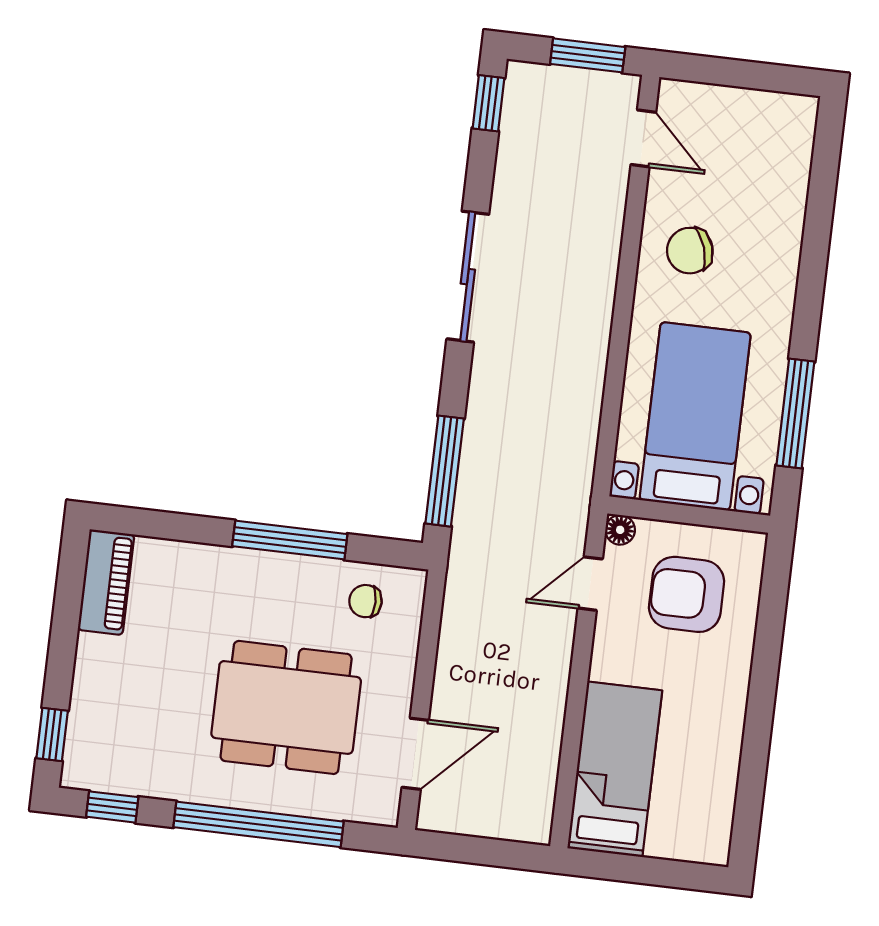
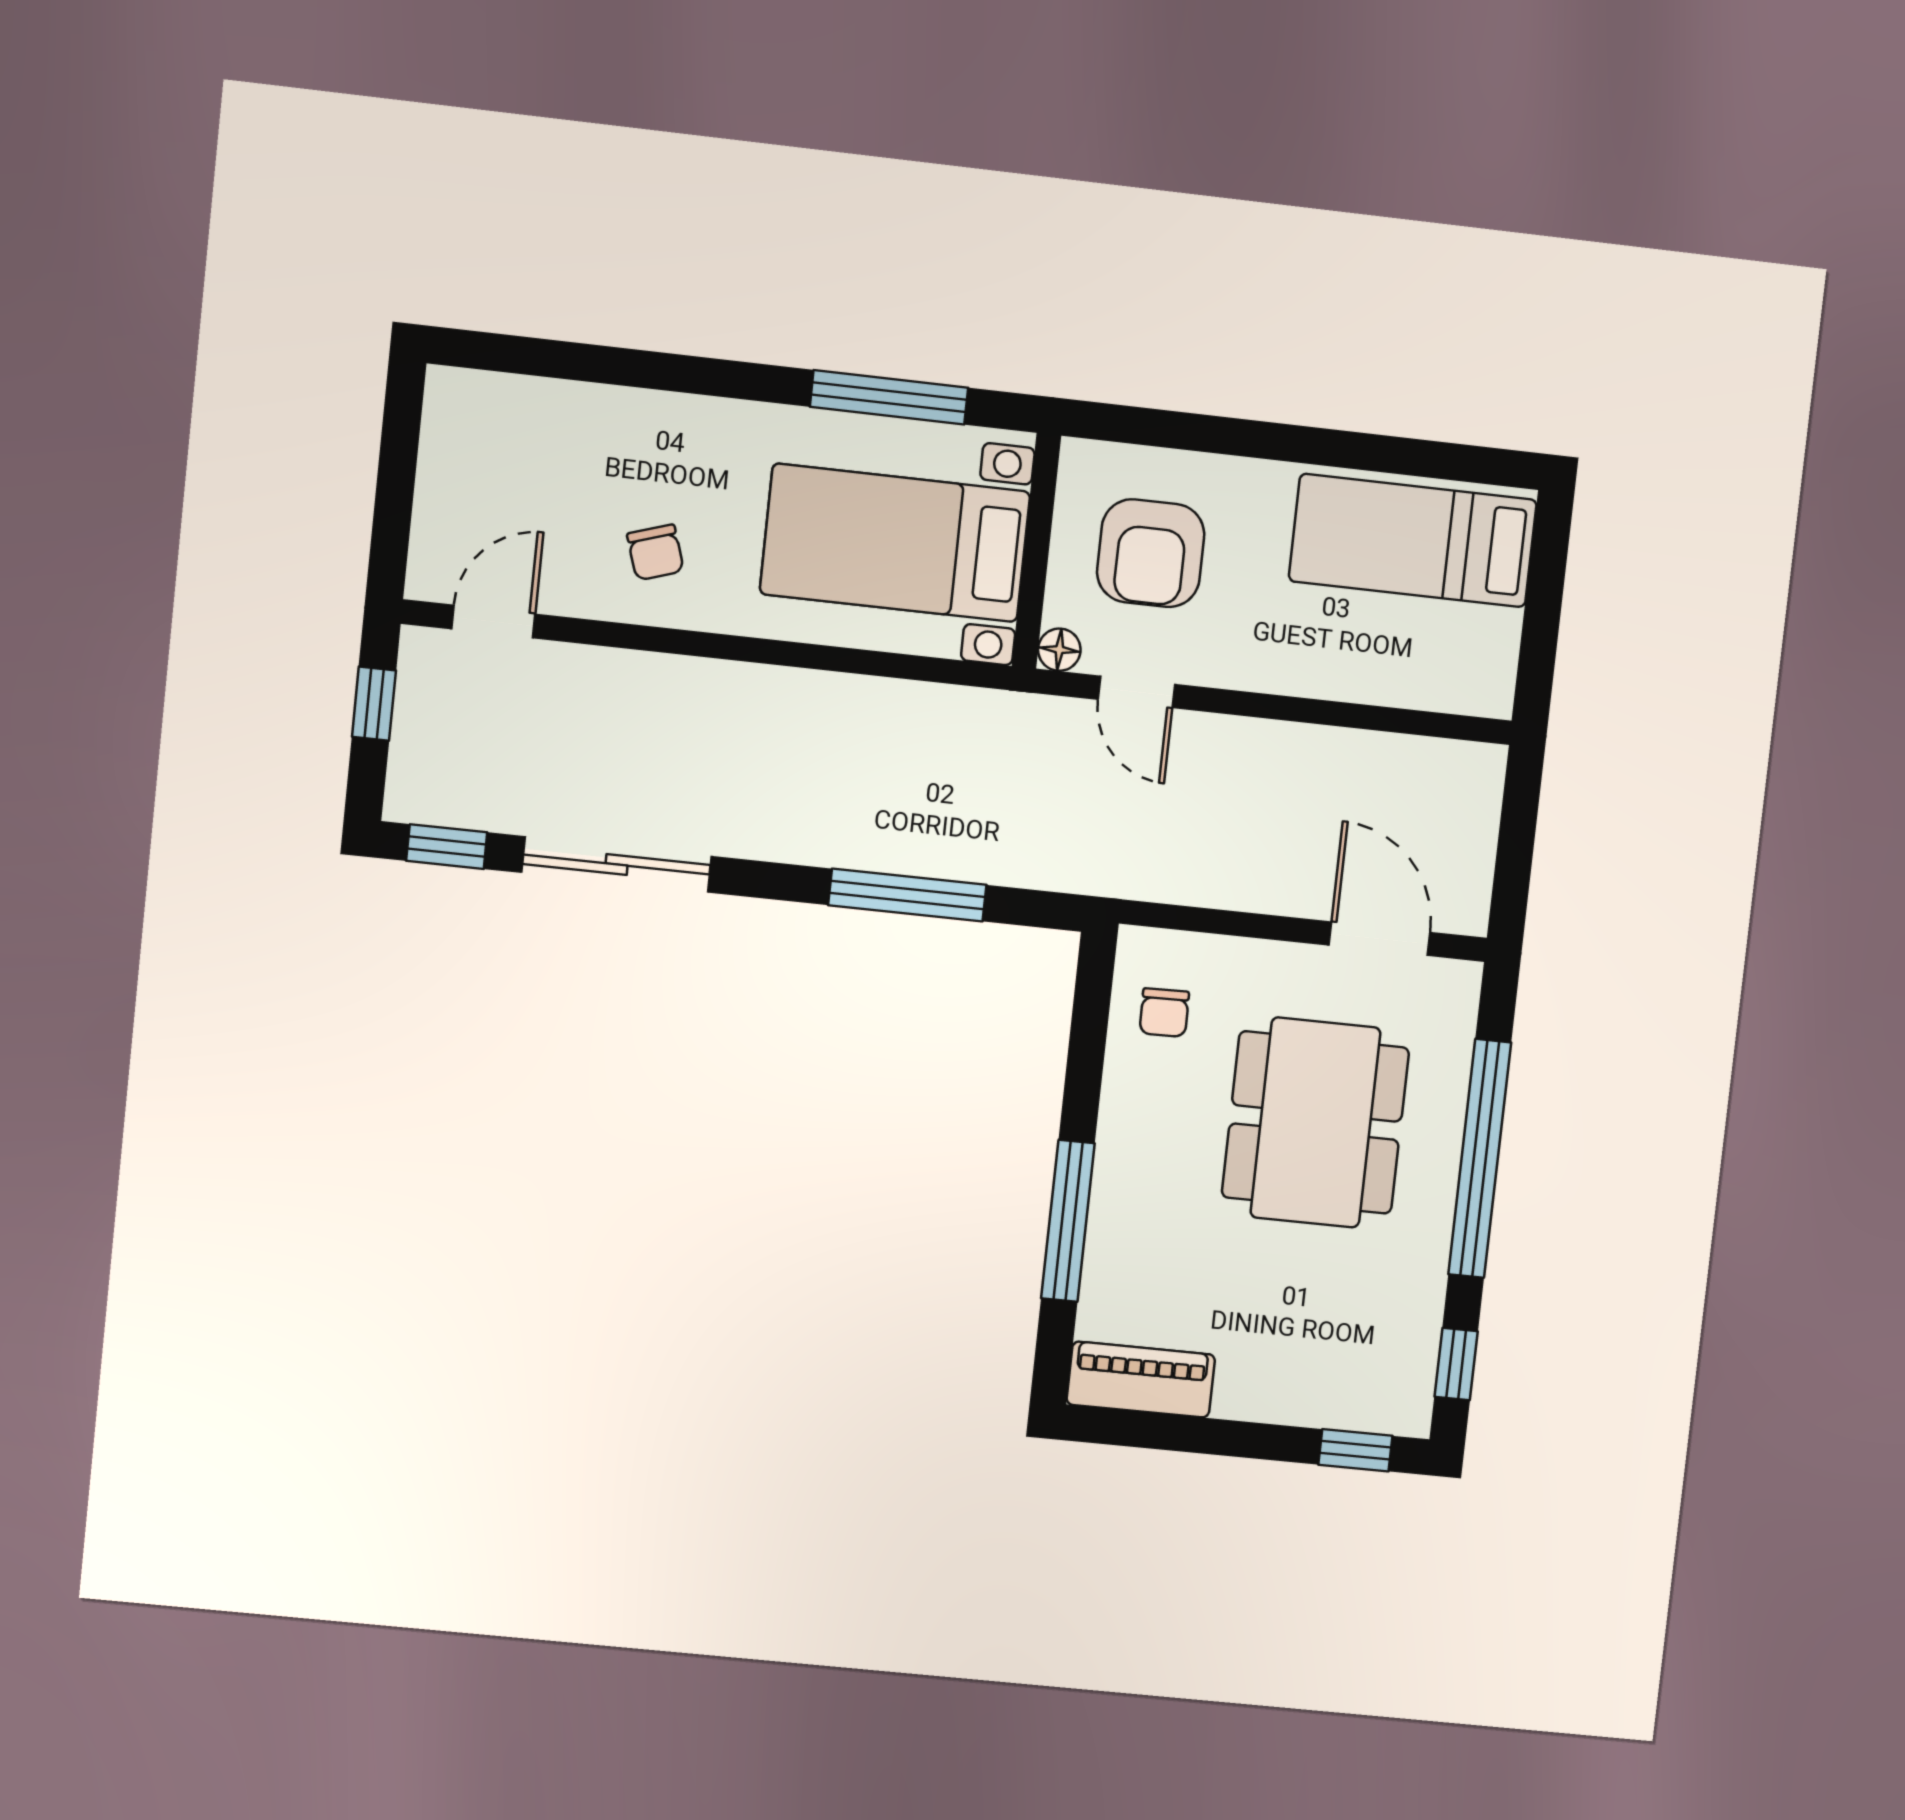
window: (588, 55) -> (374, 704), width x0.67
chair: (690, 251) -> (655, 552), width x0.73, depth x0.73
sliding door: (468, 277) -> (617, 864), moved
window: (445, 471) -> (907, 895), moved
window: (290, 540) -> (1068, 1221), moved
bed: (615, 769) -> (1413, 541), moved

